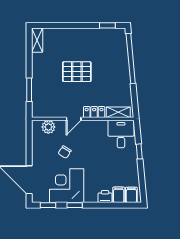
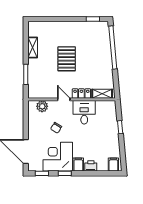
shelving: (37, 40) -> (33, 47), moved
pallet: (77, 72) -> (67, 59), turned 90
door: (74, 119) -> (64, 99), swing flipped
desk: (121, 134) -> (84, 112), moved
filing cabinet: (119, 195) -> (78, 164), moved

